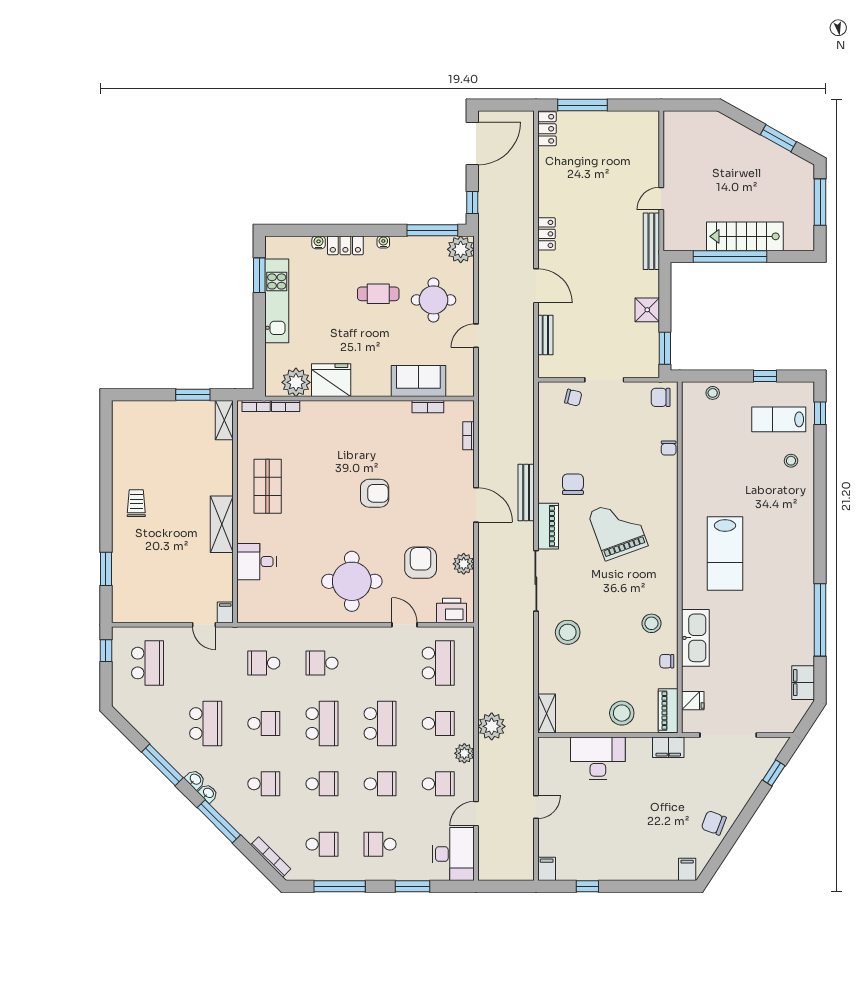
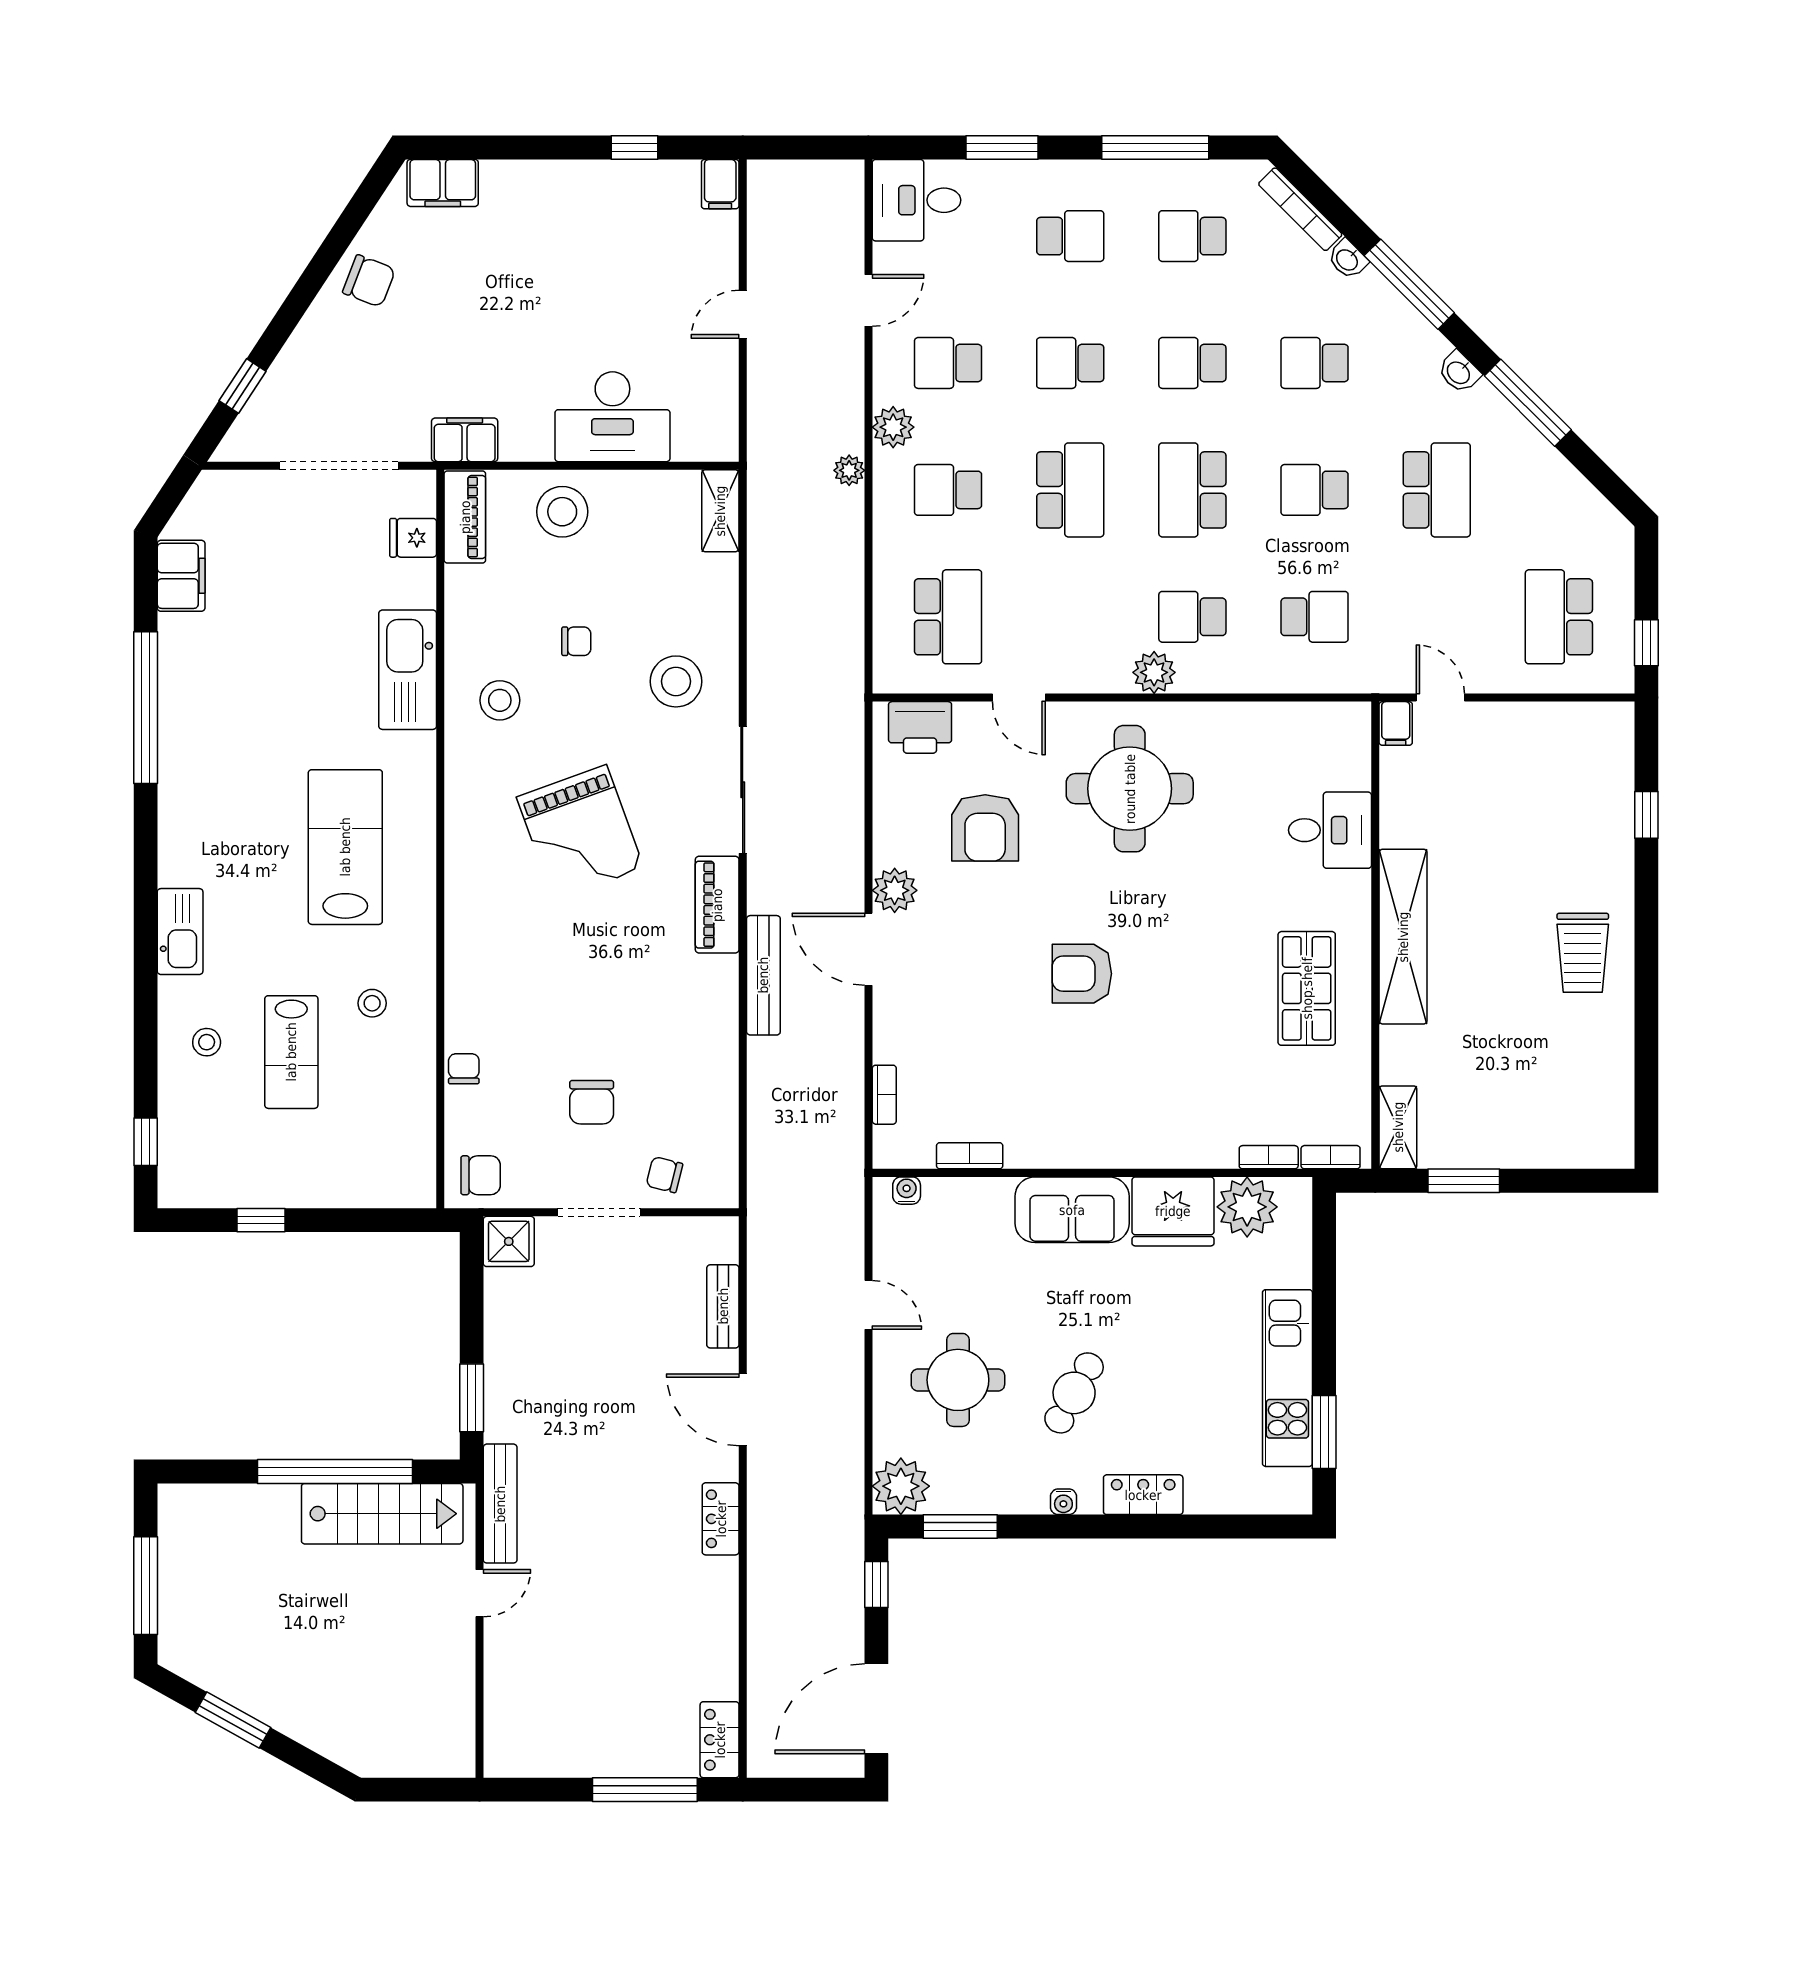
window: (432, 230) -> (960, 1526), width x0.69
stairs: (745, 236) -> (382, 1514), moved
water cooler: (319, 242) -> (907, 1191), moved, turned 180
cafe table: (378, 294) -> (1074, 1393), turned -61
shower: (647, 310) -> (509, 1241), moved
door: (476, 336) -> (868, 1305), hinge flipped
window: (665, 348) -> (472, 1398), moved
sofa: (418, 381) -> (1072, 1210), moved
stool: (713, 393) -> (372, 1003), moved
lab bench: (779, 419) -> (291, 1052), moved, turned 90
chair: (573, 484) -> (592, 1102), moved
trolley: (136, 503) -> (1583, 953), width x1.36, depth x1.39
kitchen sink: (804, 513) -> (180, 932), added
shelving: (222, 524) -> (1403, 937), width x1.47
grand piano: (618, 529) -> (580, 832), moved
plant: (464, 564) -> (895, 890), moved
window: (106, 569) -> (1646, 815), width x0.67
plant: (340, 637) -> (1154, 672), added
chair: (667, 661) -> (576, 641), moved
school desk: (322, 663) -> (1192, 617), turned 180
school desk: (438, 663) -> (948, 617), turned 180
school desk: (206, 723) -> (1437, 490), turned 180
school desk: (380, 723) -> (1070, 490), turned 180
plant: (492, 726) -> (849, 470), width x0.53, depth x0.53
washbasin: (208, 793) -> (1348, 259), moved
desk: (453, 854) -> (917, 200), width x0.73
filing cabinet: (687, 869) -> (443, 183), width x2.00

